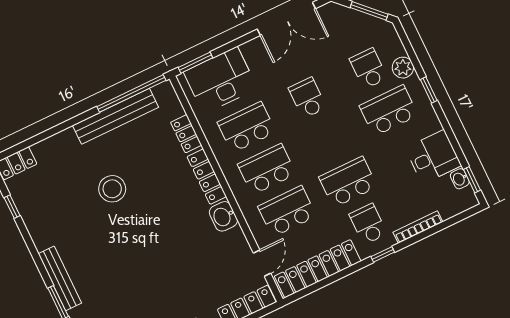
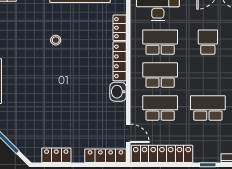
stool: (112, 189) -> (56, 40), width x0.53, depth x0.53
school desk: (368, 224) -> (208, 141), removed
door: (262, 263) -> (128, 133), hinge flipped

